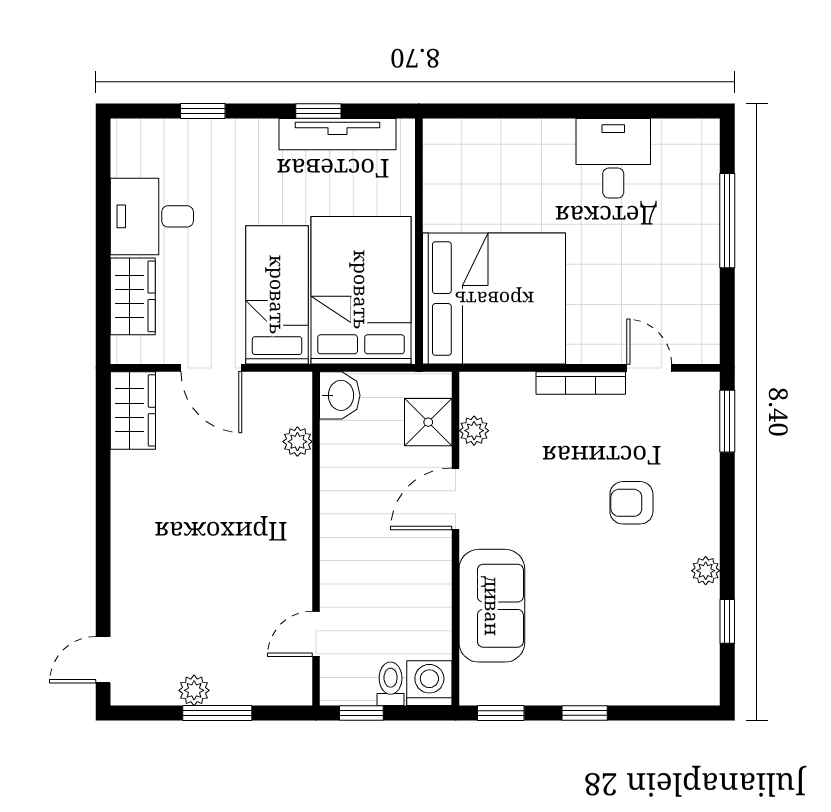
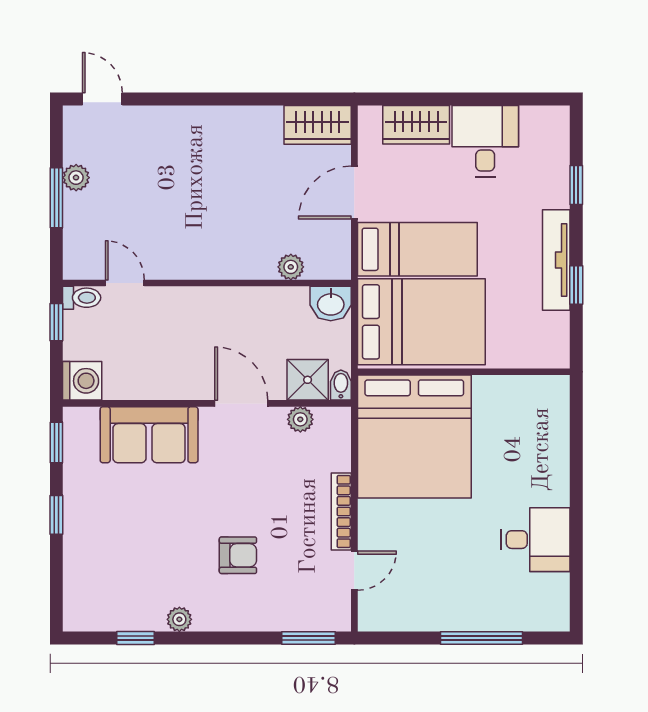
tv unit: (337, 134) -> (556, 260), moved
bidet: (434, 384) -> (341, 385), added
armchair: (631, 503) -> (238, 555), turned 90
toilet: (391, 684) -> (82, 298), moved

